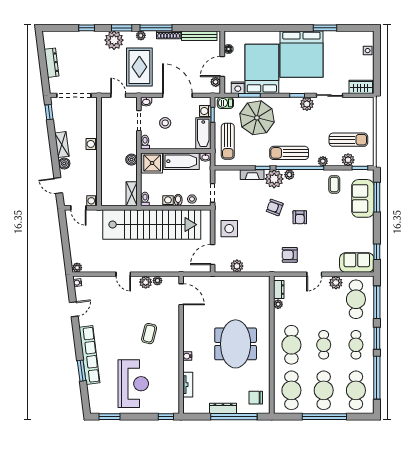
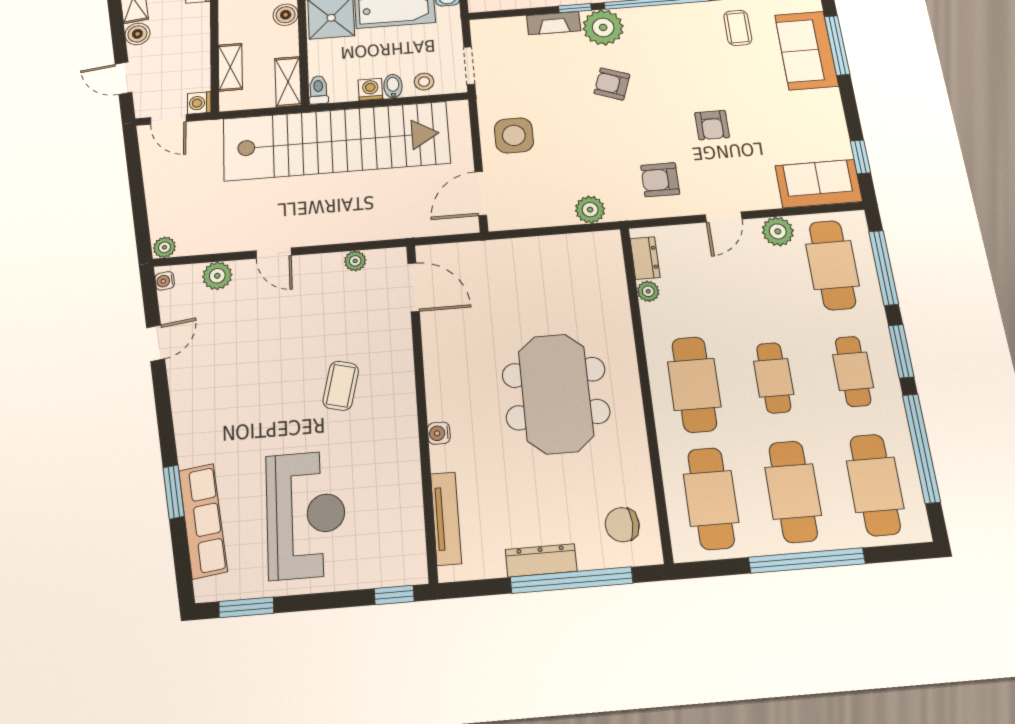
plant: (289, 175) -> (635, 17), removed
shelving: (106, 184) -> (230, 67), added
armchair: (300, 217) -> (712, 125), moved
plant: (237, 266) -> (590, 210), moved
plant: (146, 282) -> (217, 276), moved
row of seats: (89, 355) -> (203, 521), moved, width x0.73
tv unit: (188, 385) -> (446, 518), width x1.41

